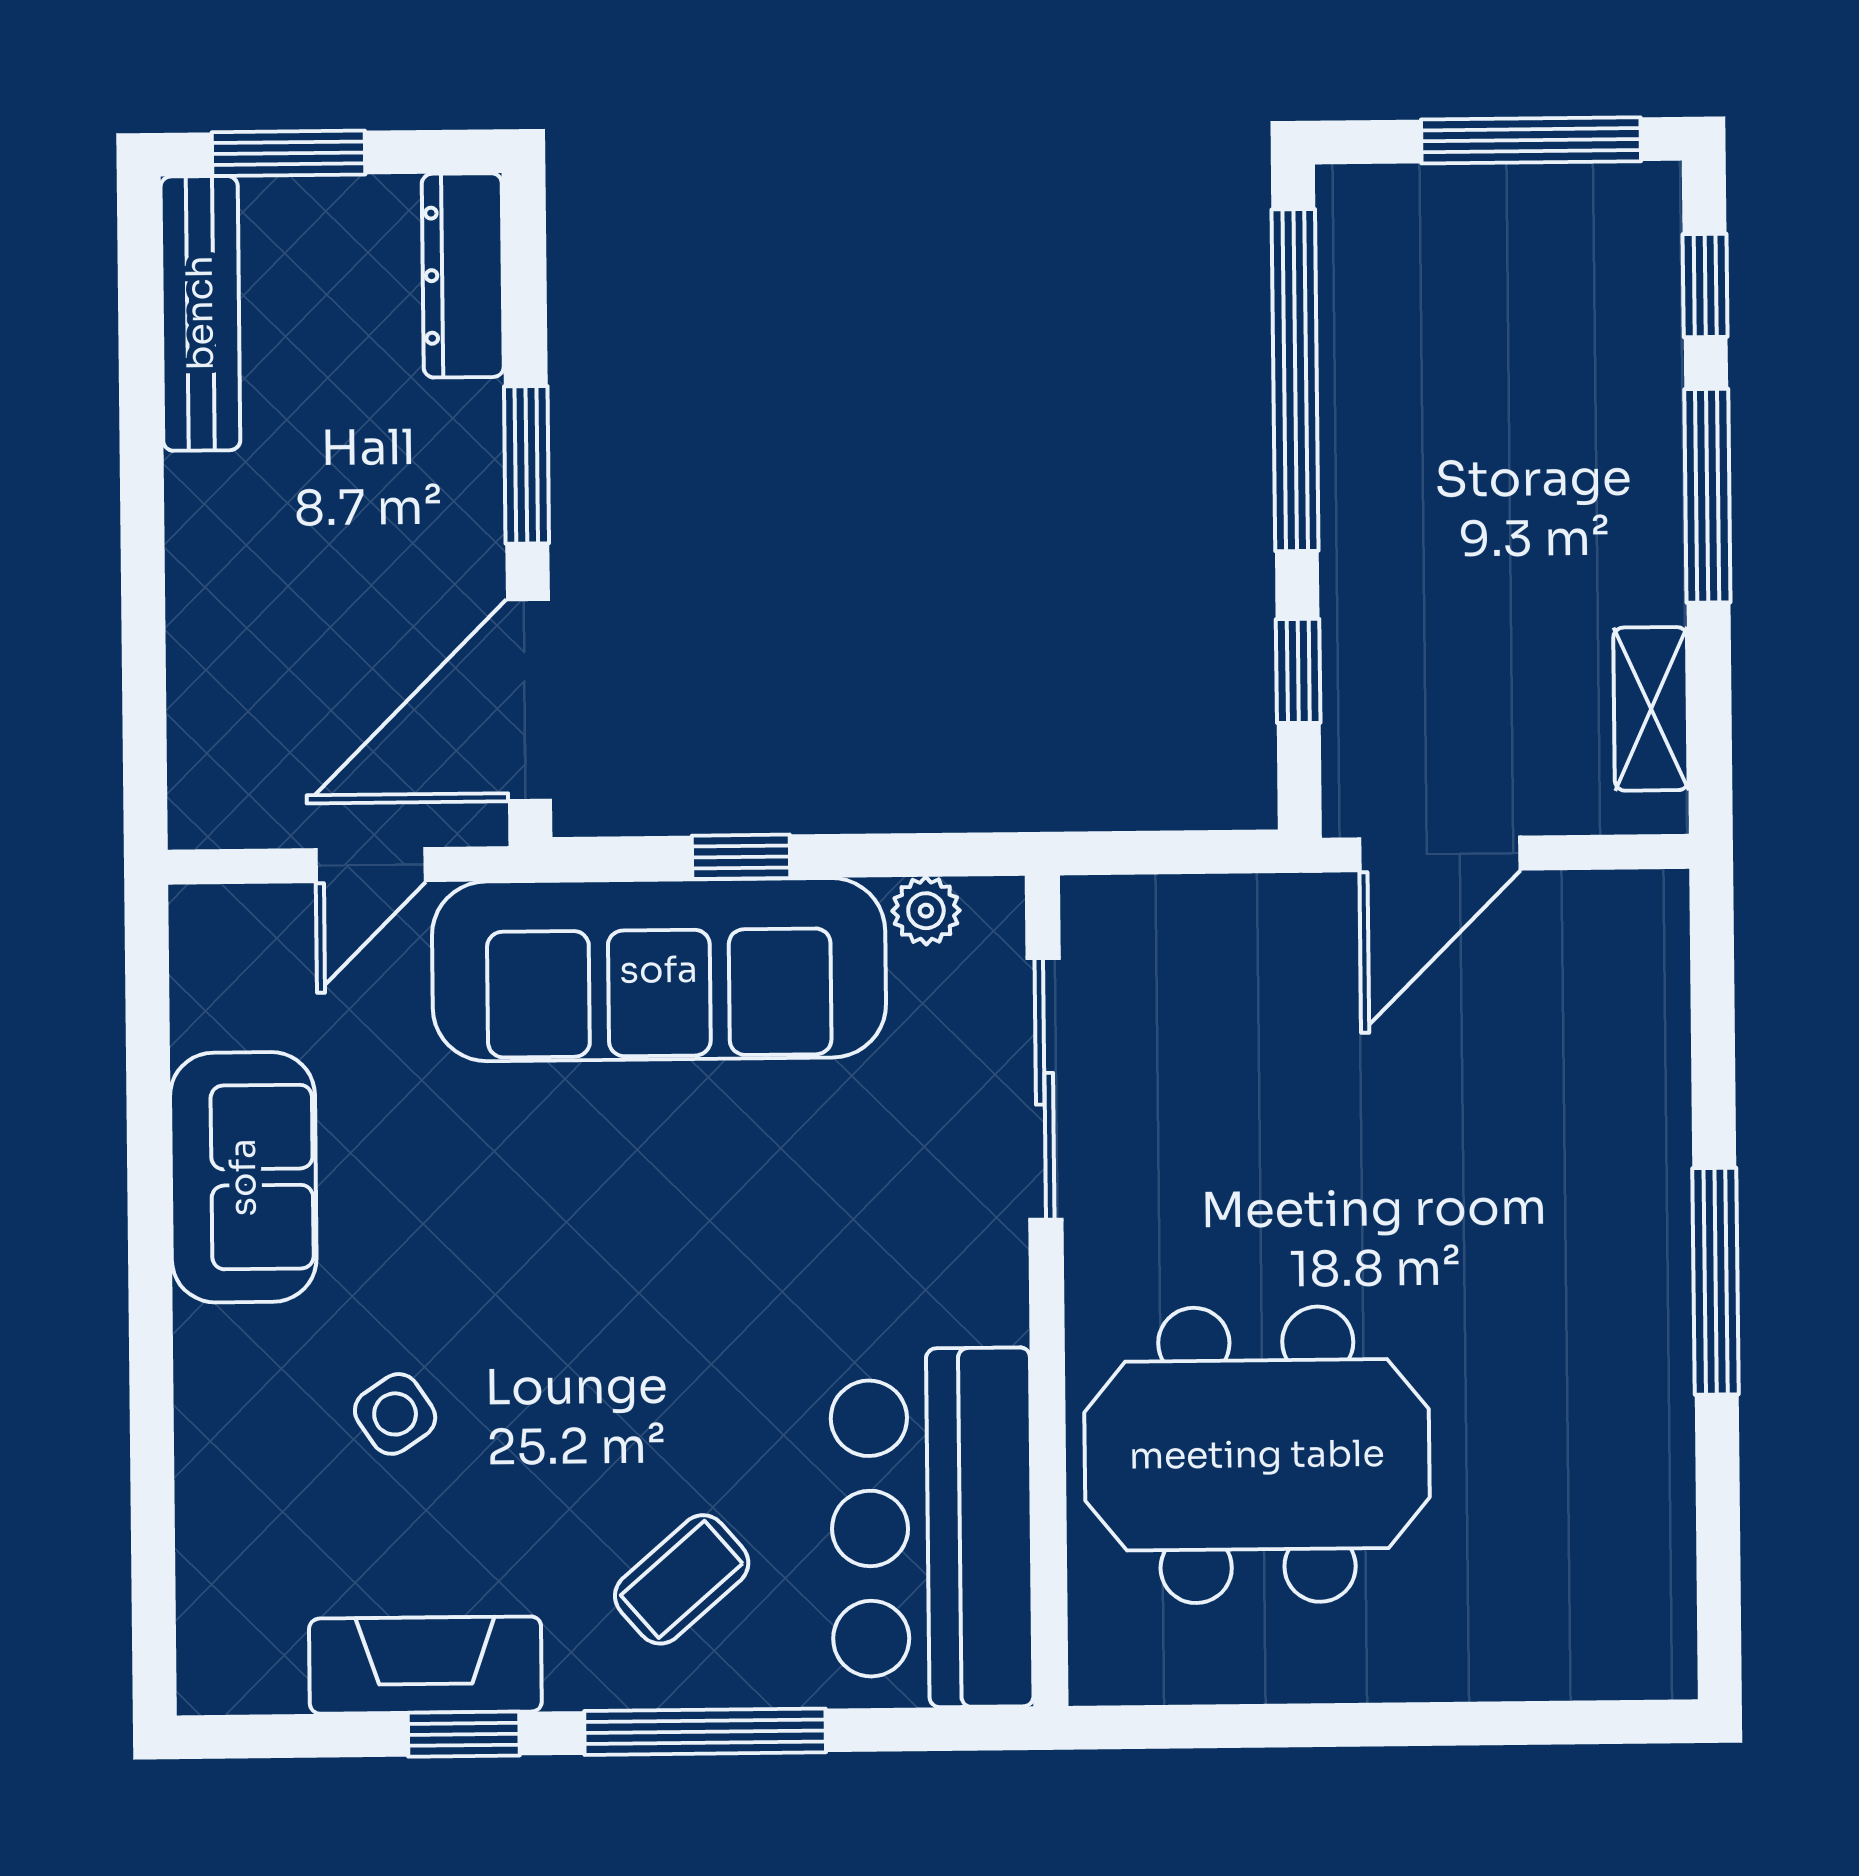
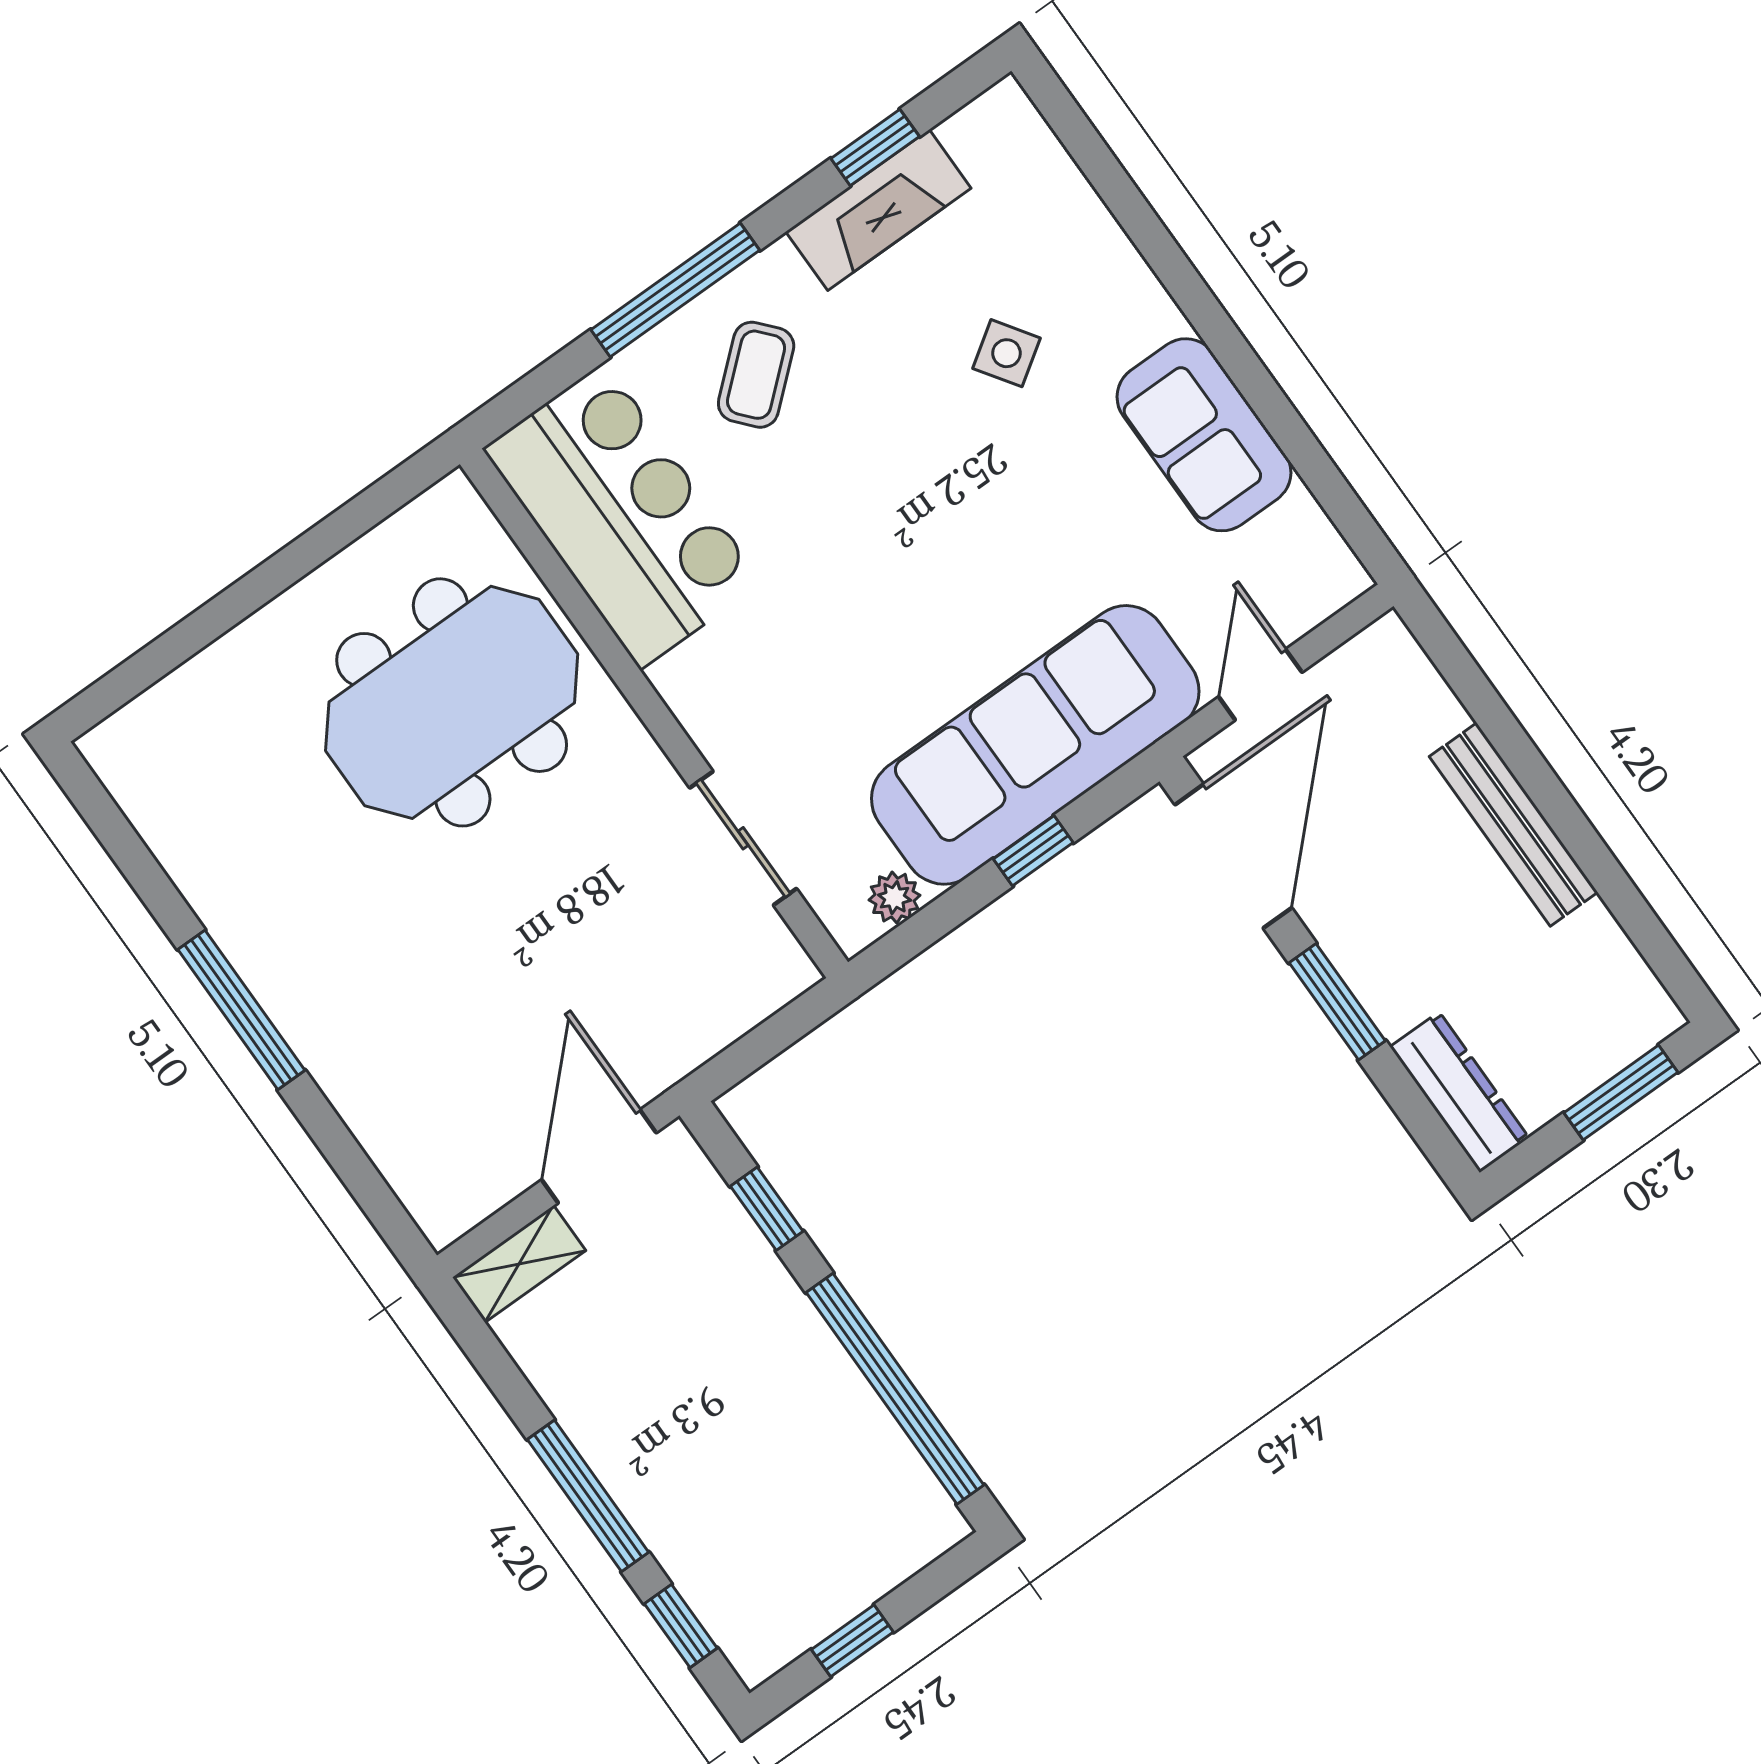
window: (1531, 140) -> (852, 1641), width x0.46
bench: (200, 313) -> (1514, 824), moved
shelving: (1651, 709) -> (519, 1264), moved, turned 90
sliding door: (1045, 1089) -> (743, 838), width x0.73
window: (464, 1734) -> (875, 147), moved

